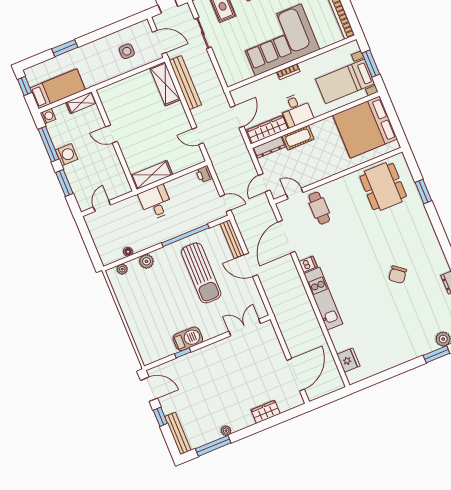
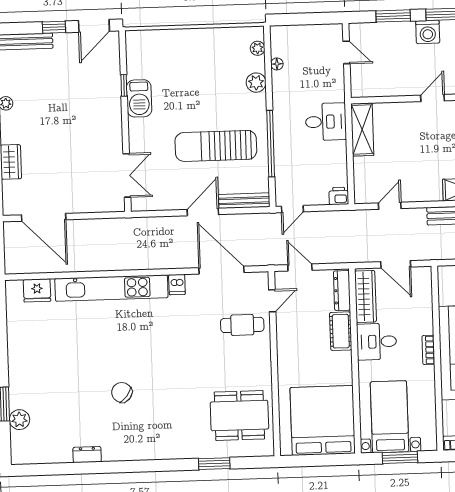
kitchen unit: (323, 299) -> (111, 288), width x1.36

